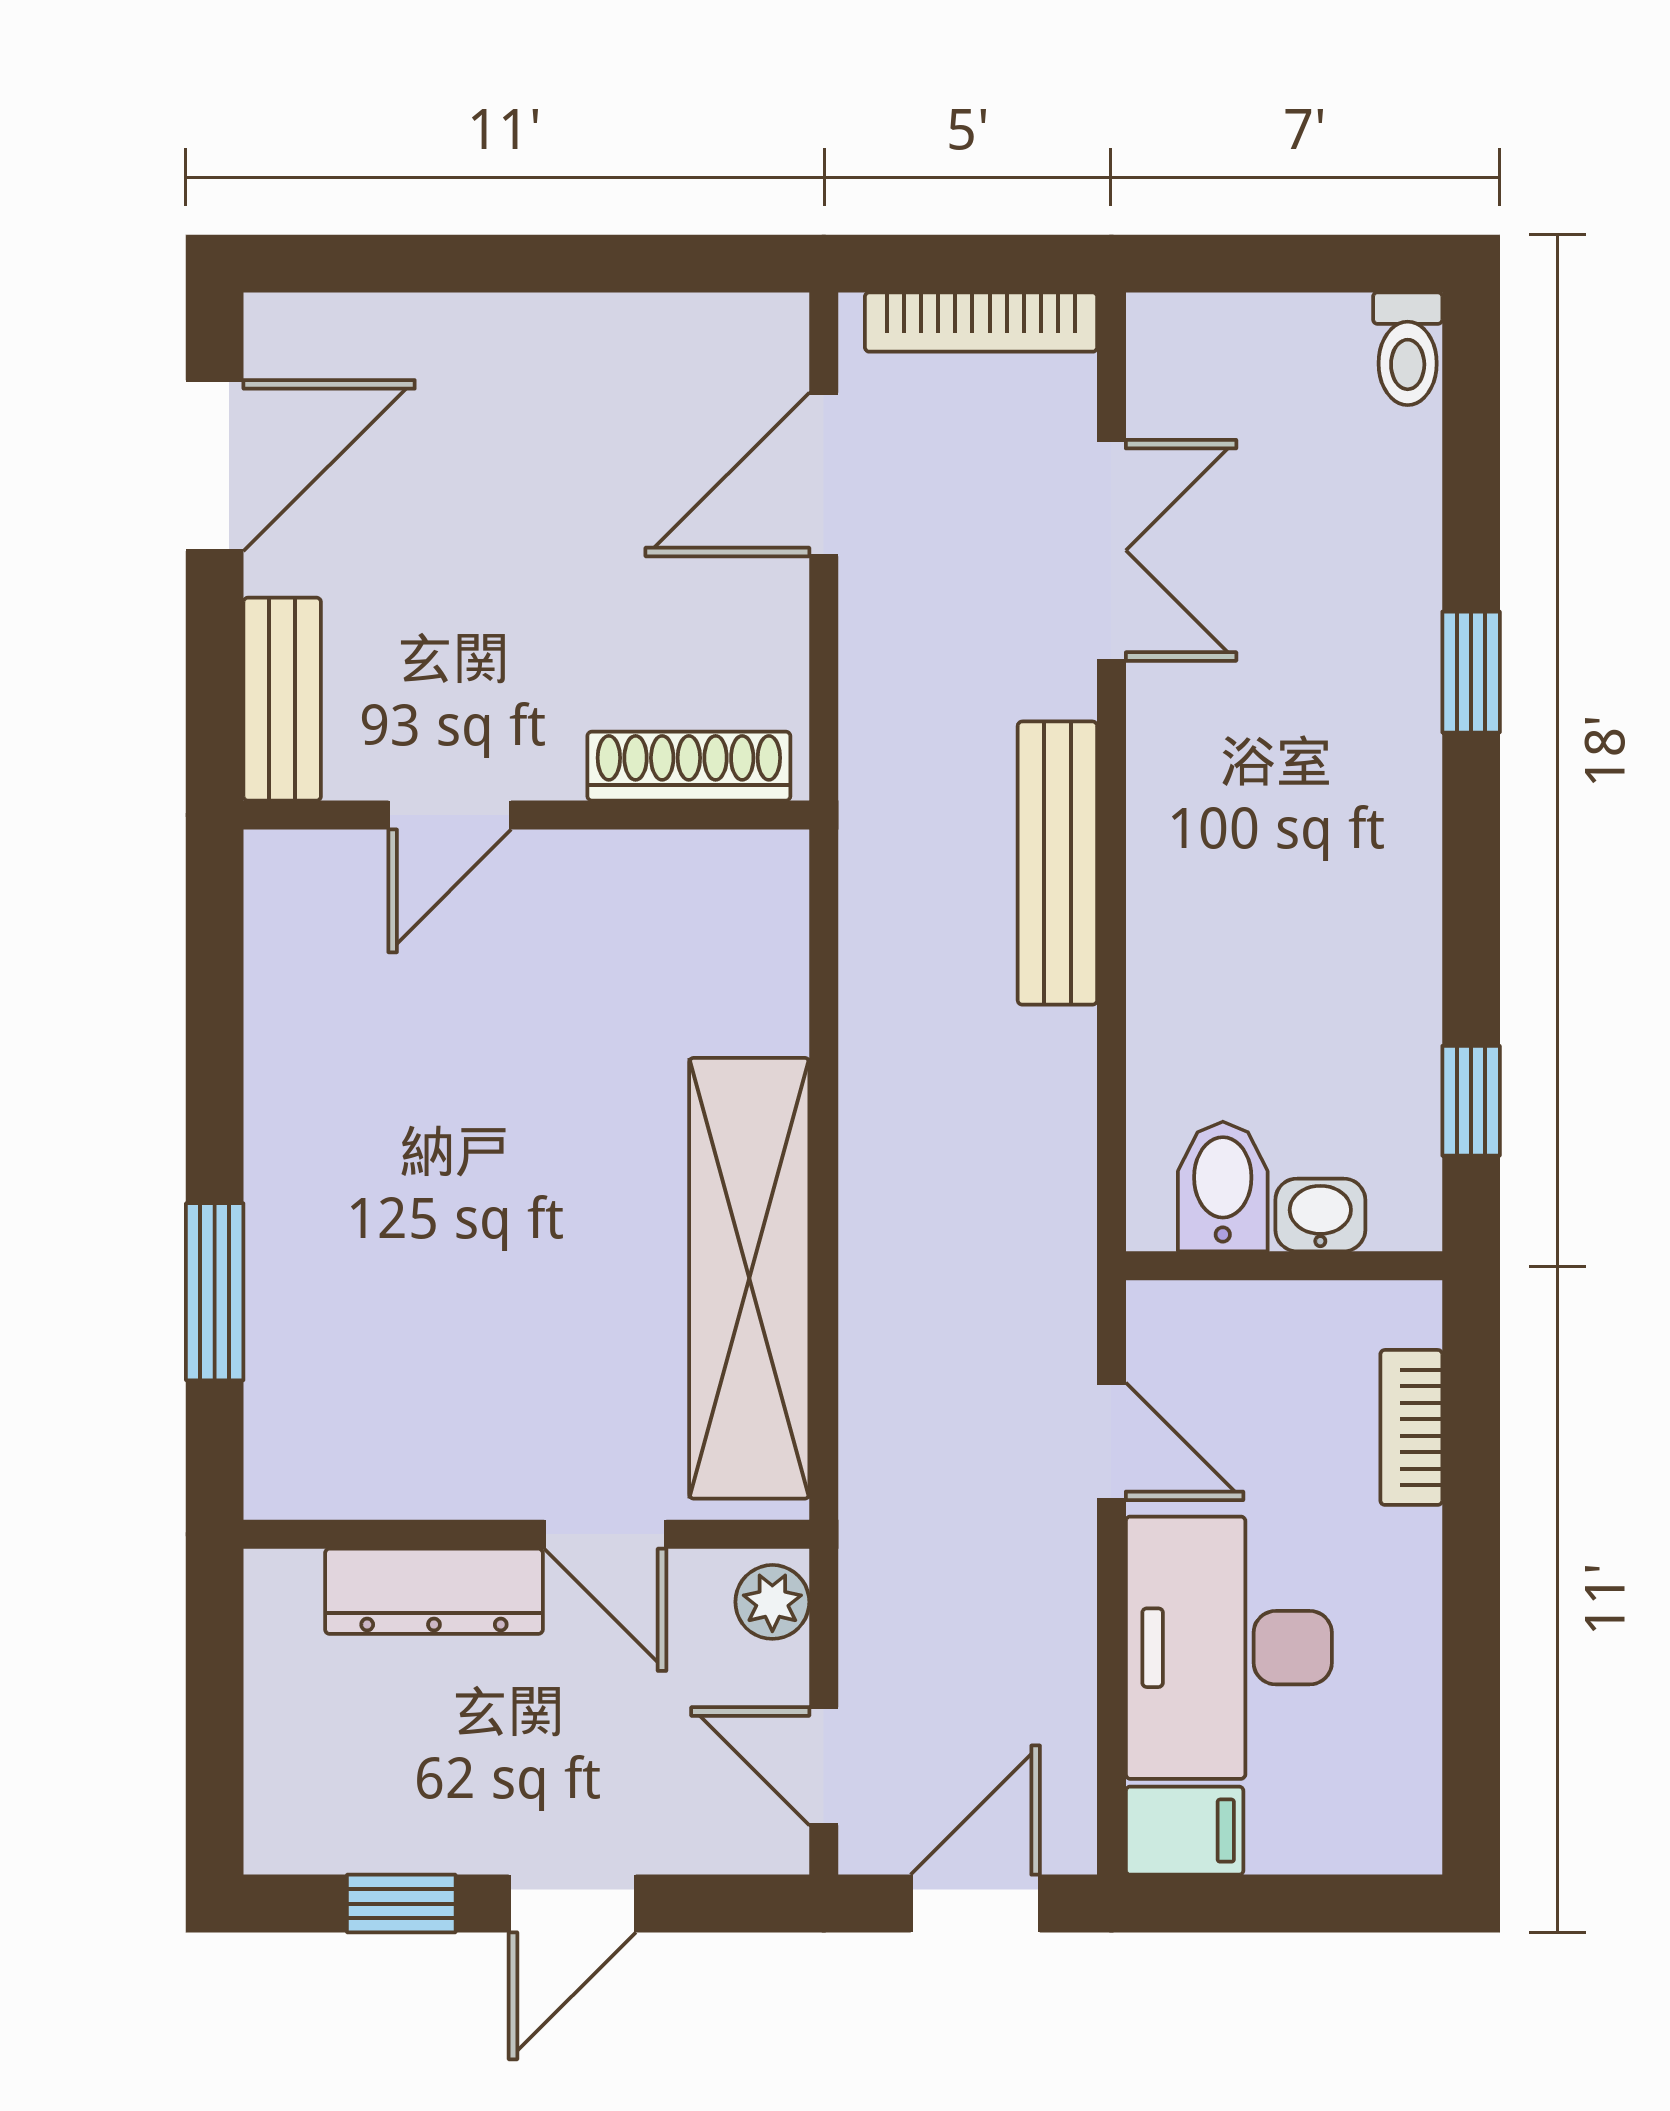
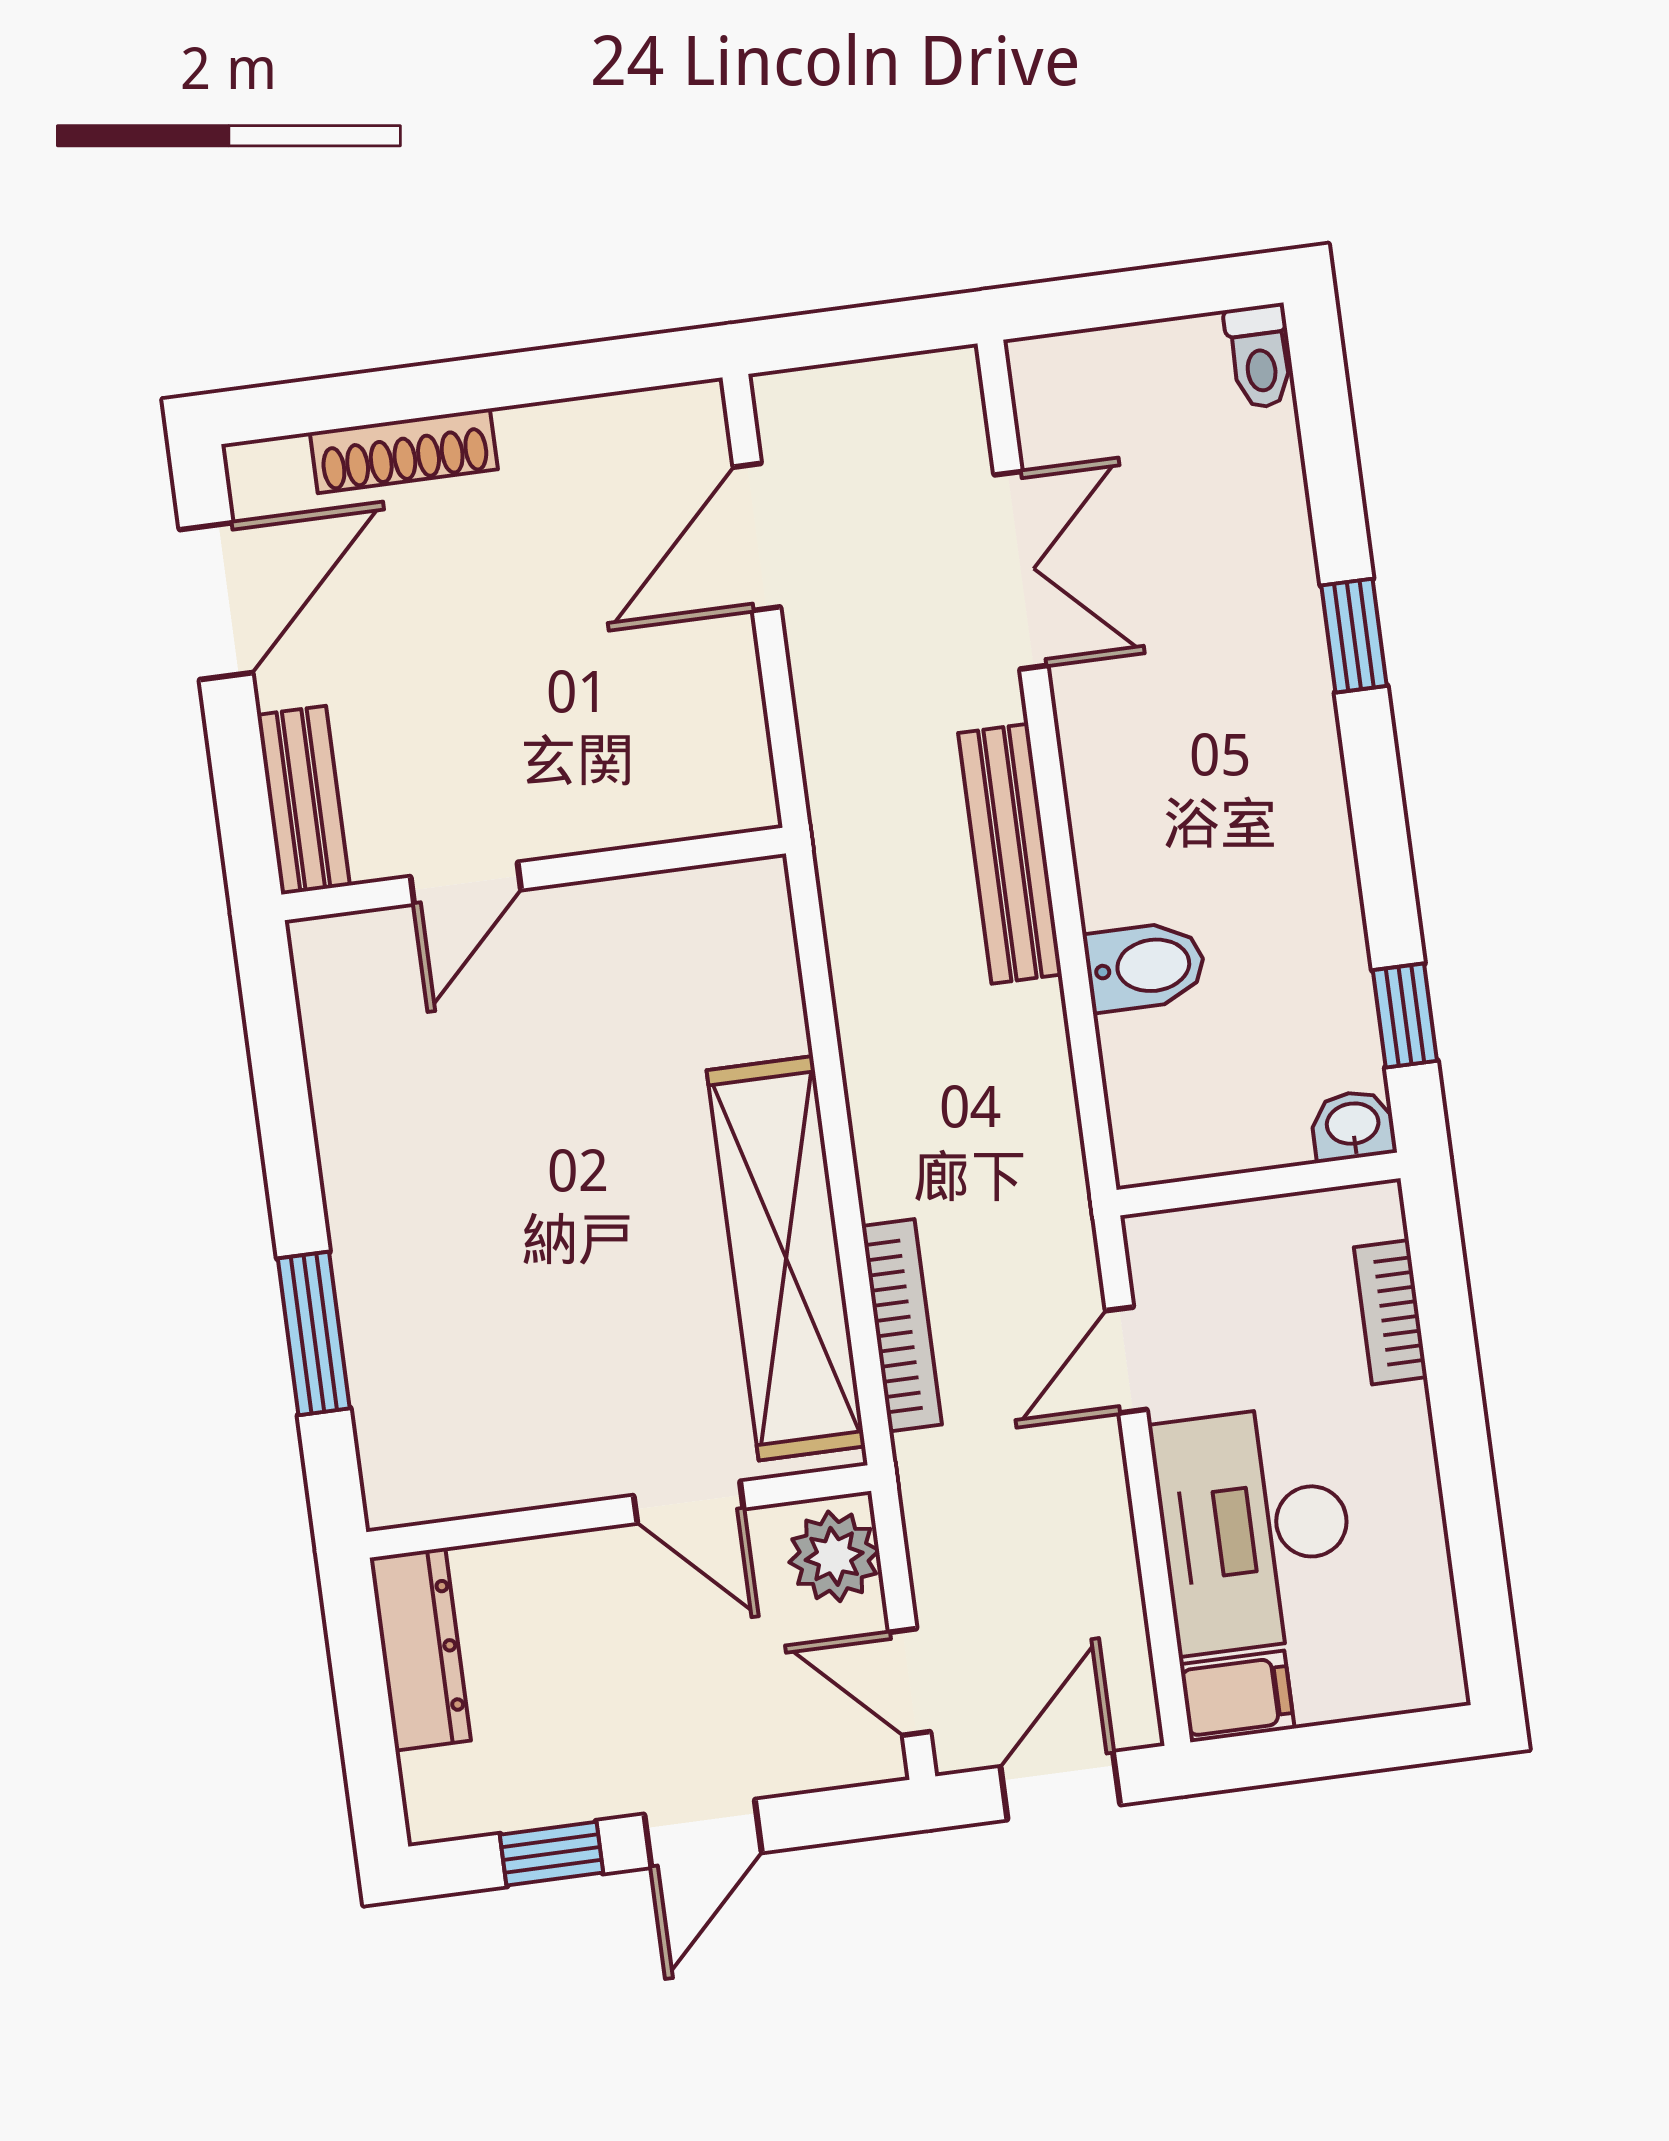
bookcase: (981, 322) -> (902, 1325), moved, turned -90
shoe rack: (689, 766) -> (404, 451), moved, turned 180
bidet: (1223, 1186) -> (1145, 966), moved, turned 90
washbasin: (1320, 1215) -> (1353, 1126), moved
door: (1111, 1441) -> (1126, 1360), swing flipped
dresser: (434, 1591) -> (420, 1649), moved, turned -90
plant: (772, 1602) -> (834, 1556), width x1.38, depth x1.38

